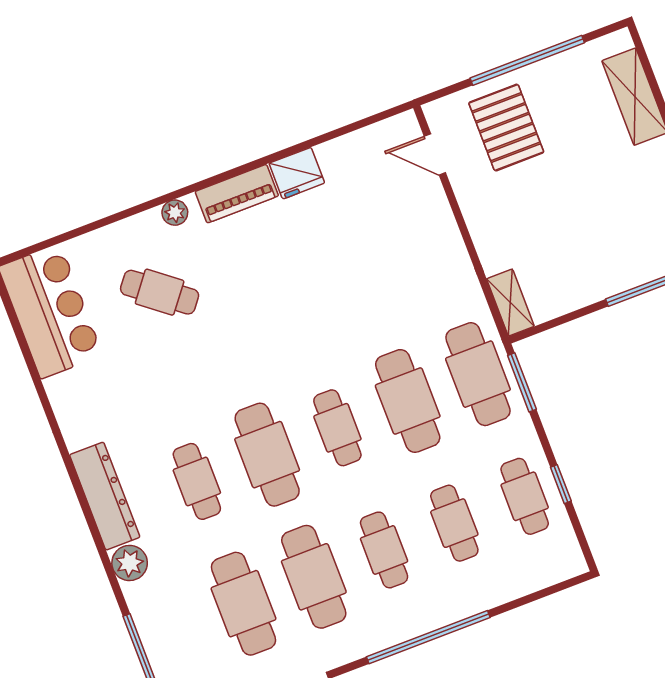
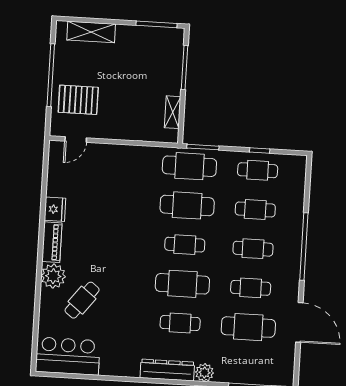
plant: (175, 213) -> (53, 276), width x1.87, depth x1.87
shelving: (510, 302) -> (173, 112), moved, turned 90
cafe table: (314, 577) -> (251, 288), width x0.73, depth x0.74

